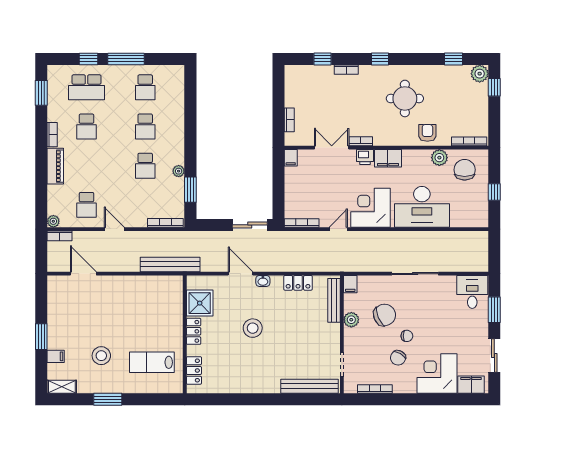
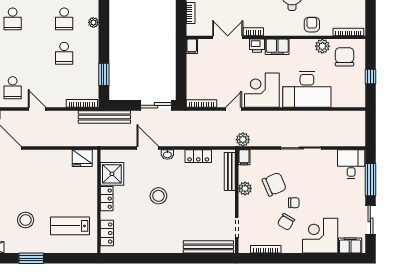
plant: (179, 171) -> (93, 22), moved
bench: (170, 264) -> (104, 117), moved
plant: (349, 264) -> (243, 140), added
fridge: (166, 285) -> (82, 158), added
window: (494, 310) -> (370, 180), width x1.44

